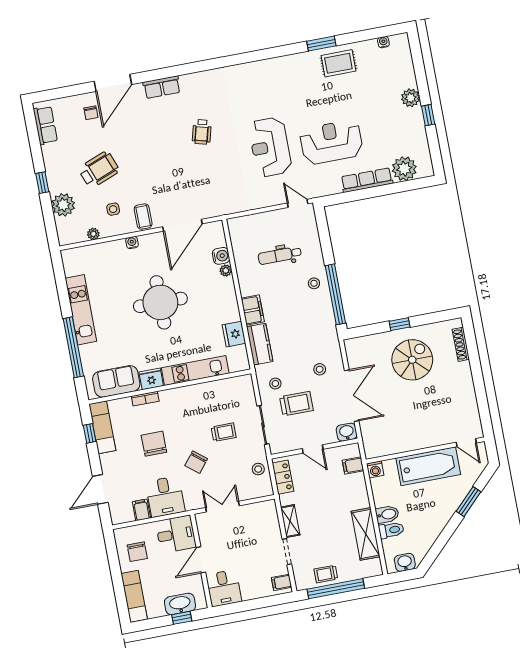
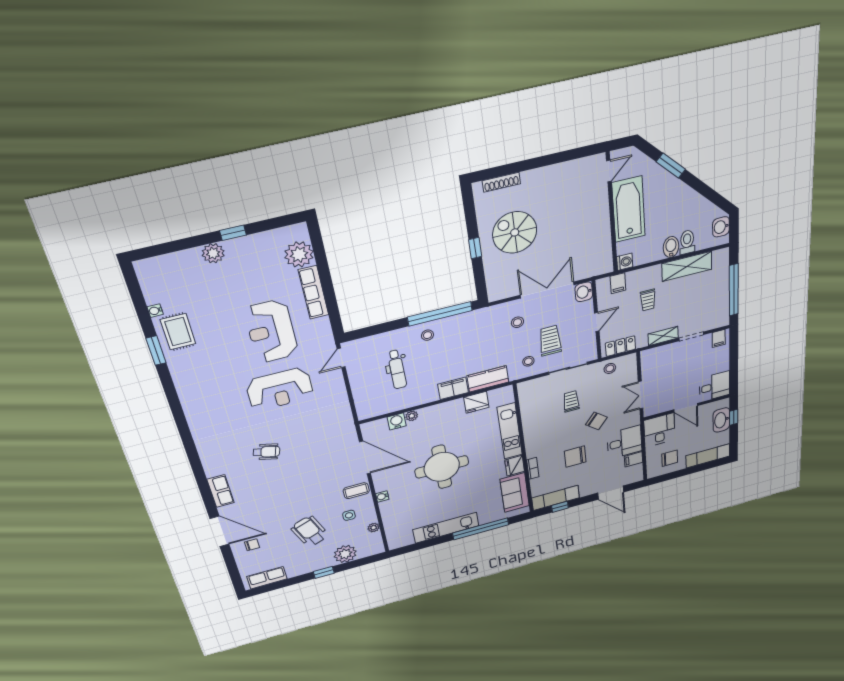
water cooler: (383, 42) -> (155, 311), moved
trolley: (326, 574) -> (648, 300), moved

